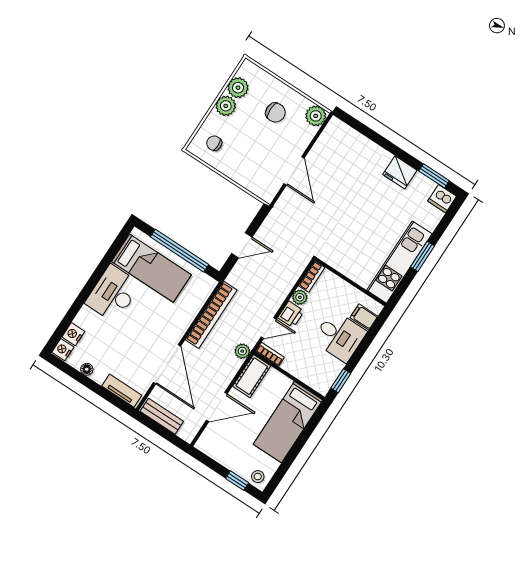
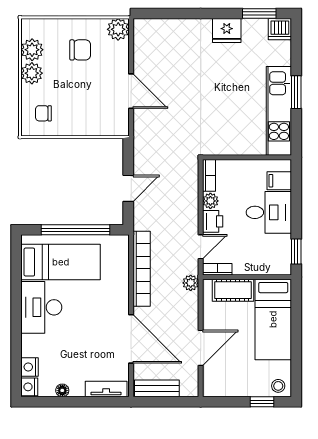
cot: (252, 376) -> (233, 290), moved, turned 90

